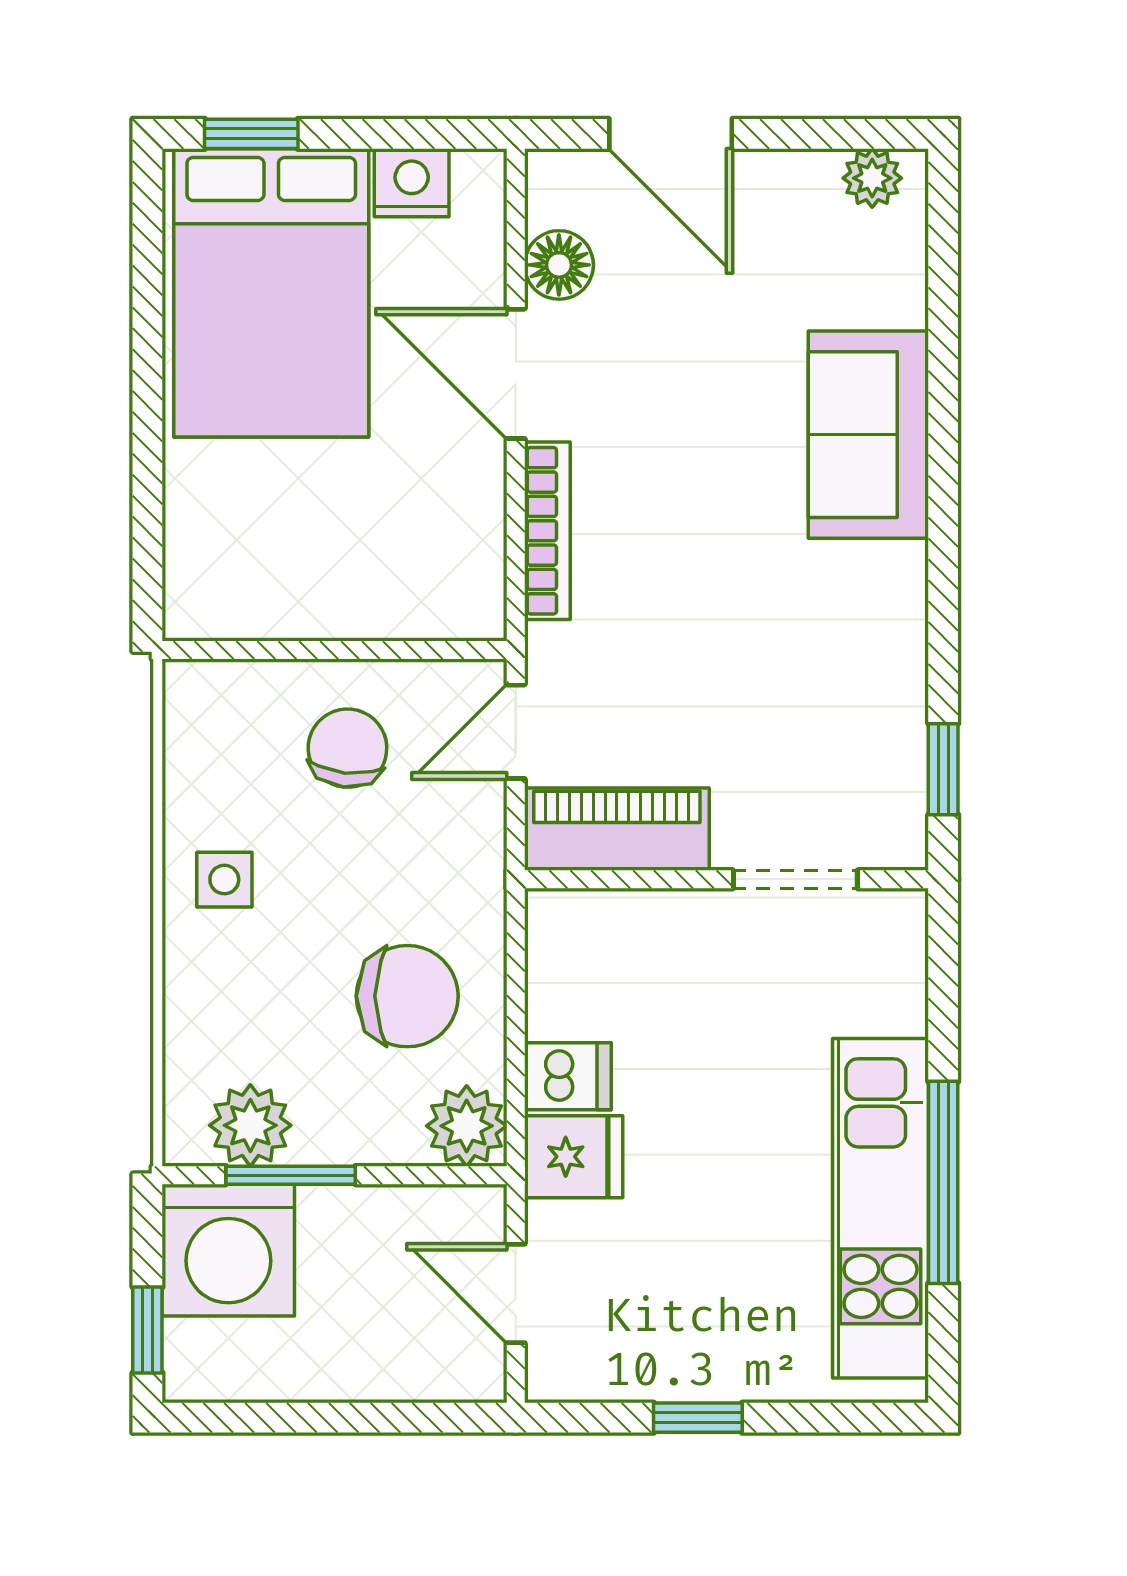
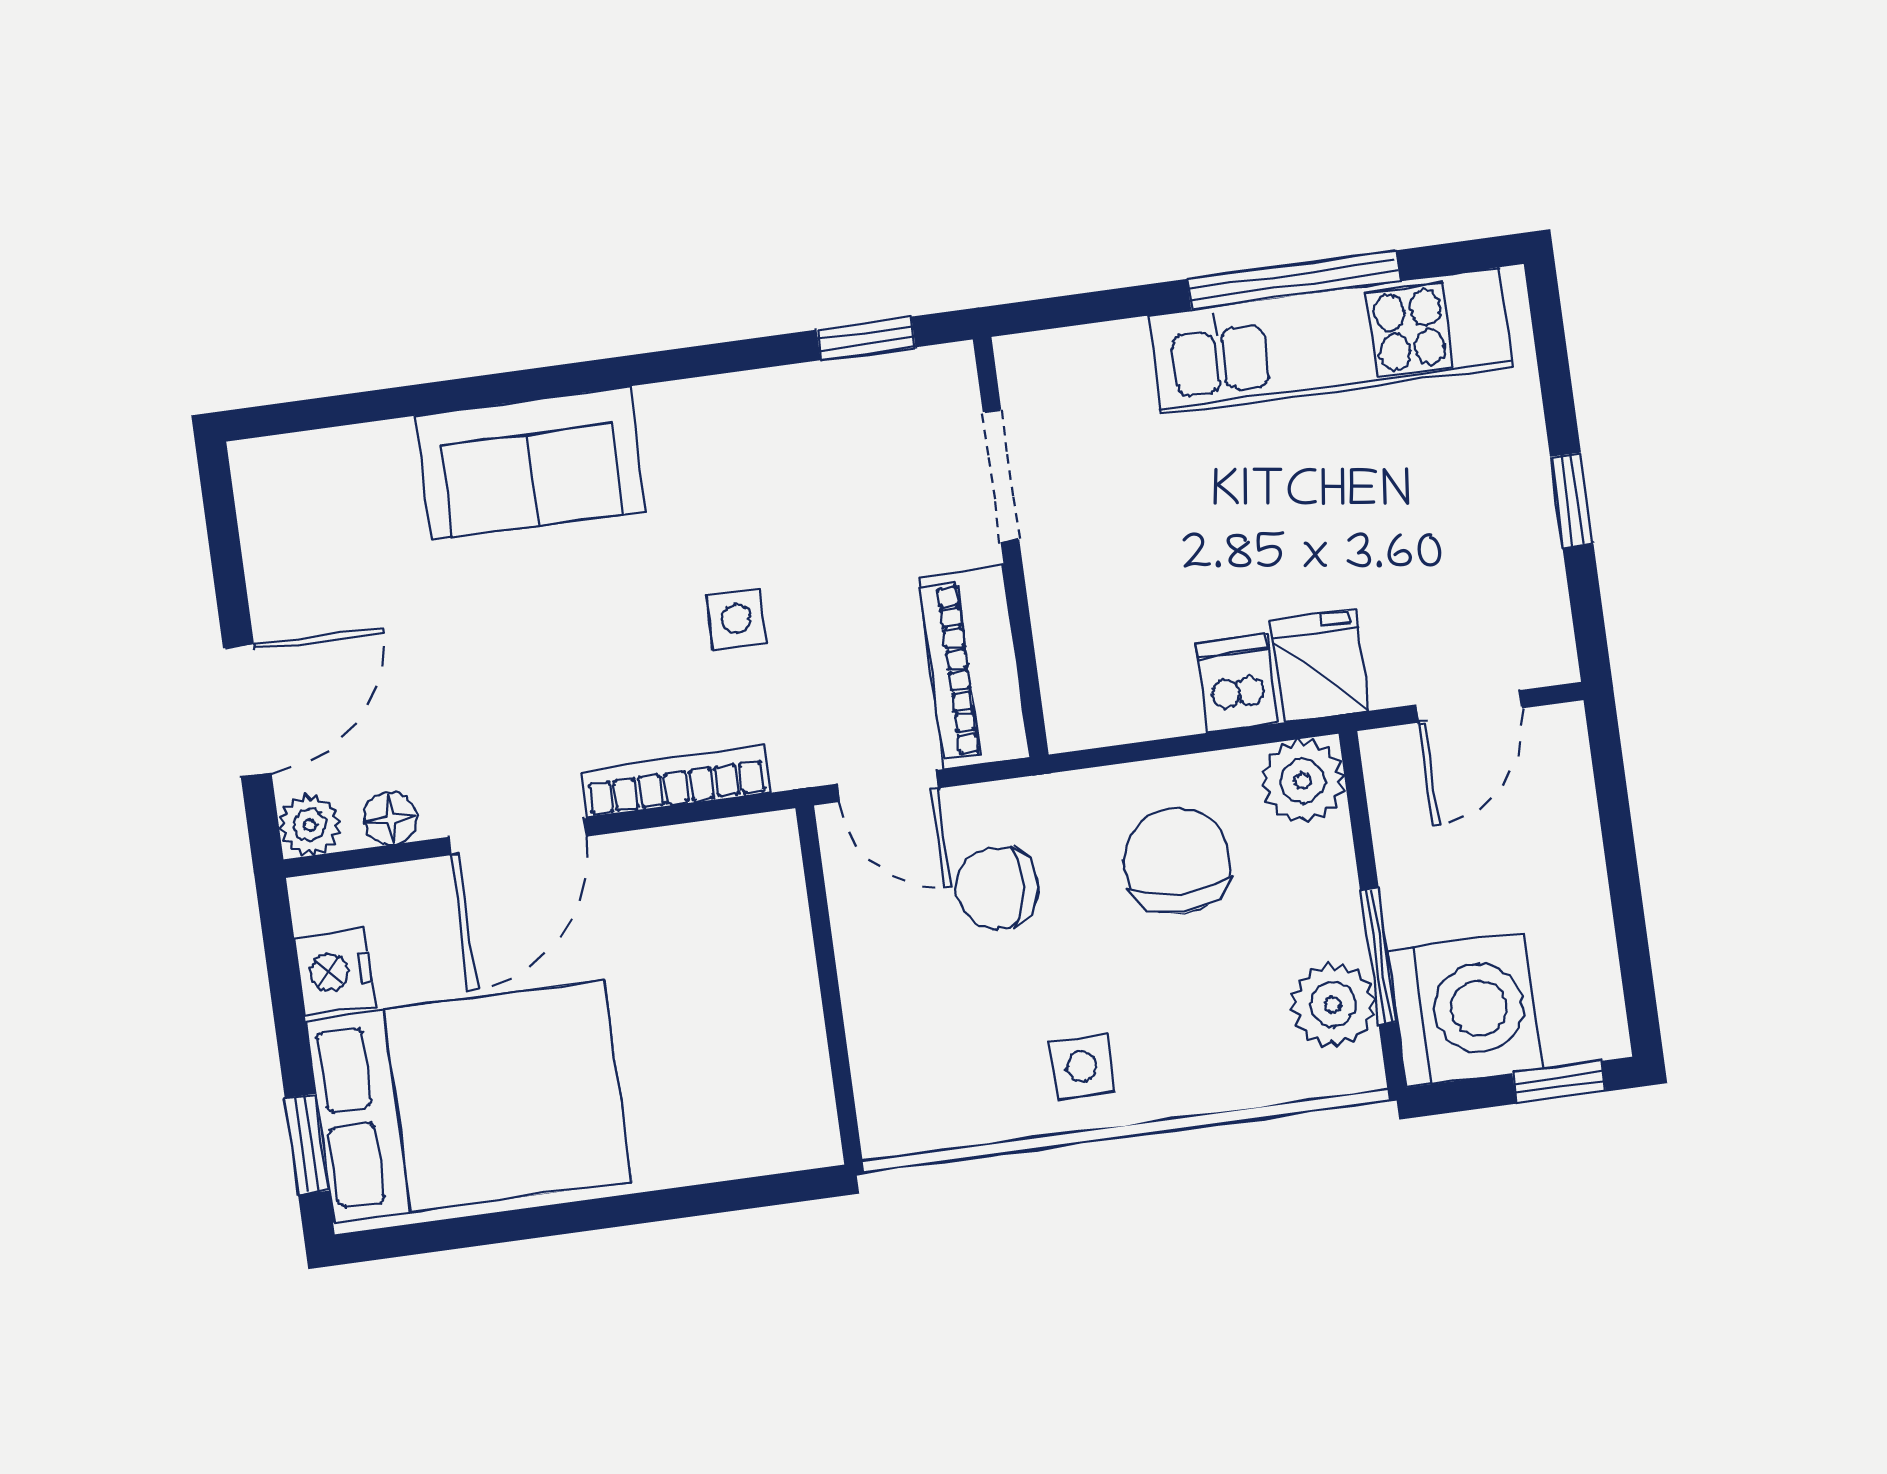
plant: (872, 178) -> (310, 825), moved
floor lamp: (559, 265) -> (390, 818), width x0.73, depth x0.73
side table: (694, 610) -> (737, 619), added
chair: (347, 748) -> (997, 888), moved

